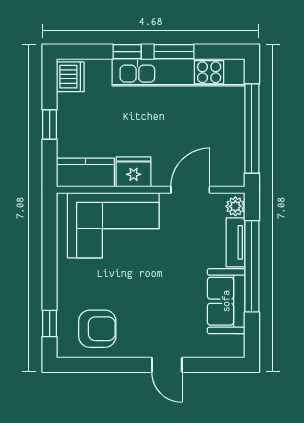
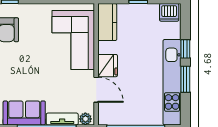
fridge: (134, 172) -> (108, 66), moved

